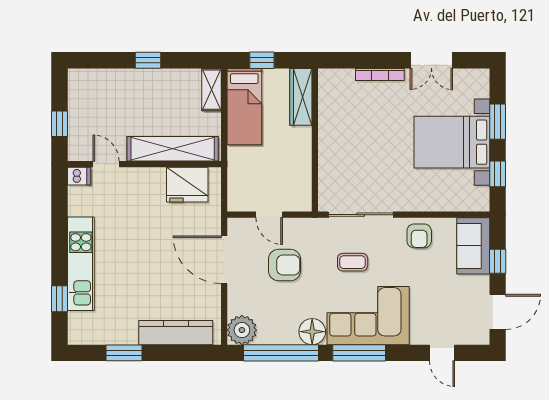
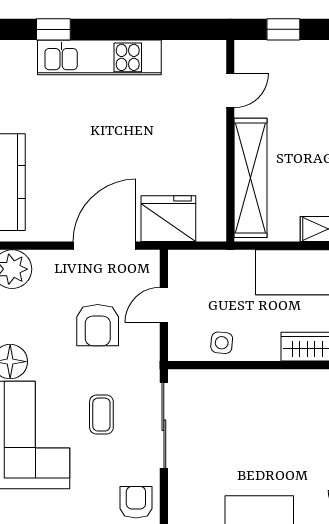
side table: (298, 171) -> (222, 343), added
dishwasher: (79, 176) -> (215, 55), removed
fridge: (187, 185) -> (168, 219), moved, turned 90
armchair: (419, 236) -> (136, 502), turned 90

